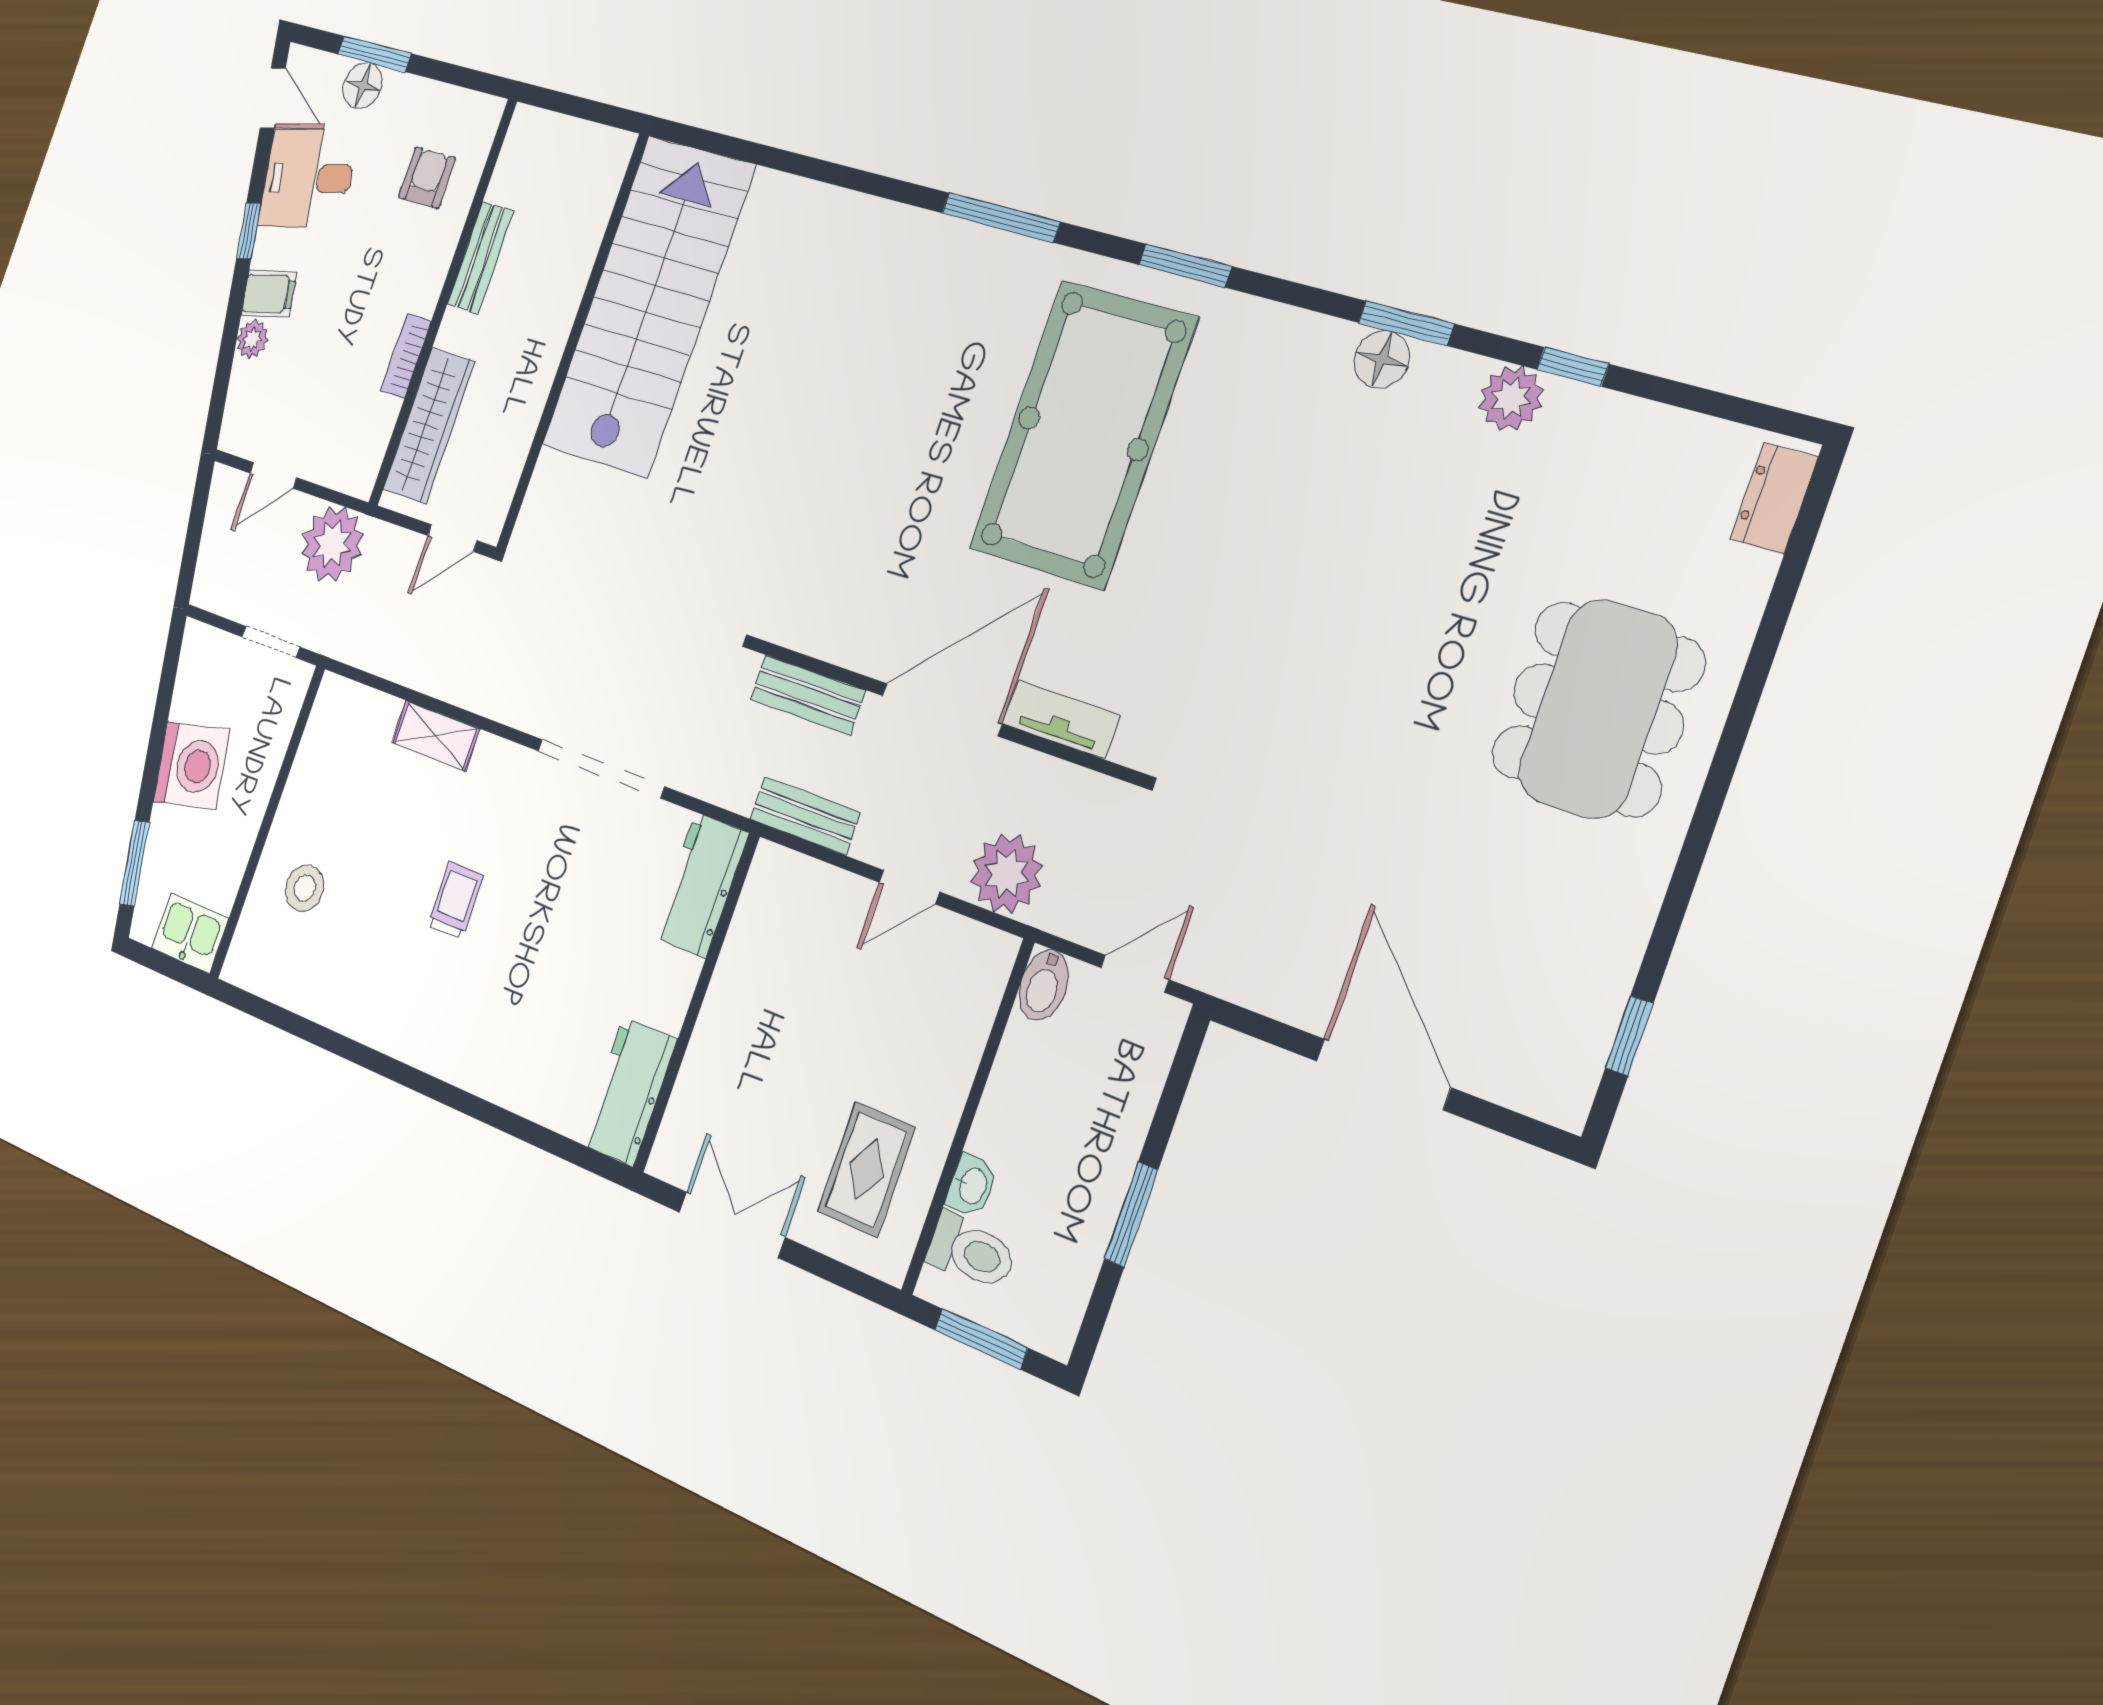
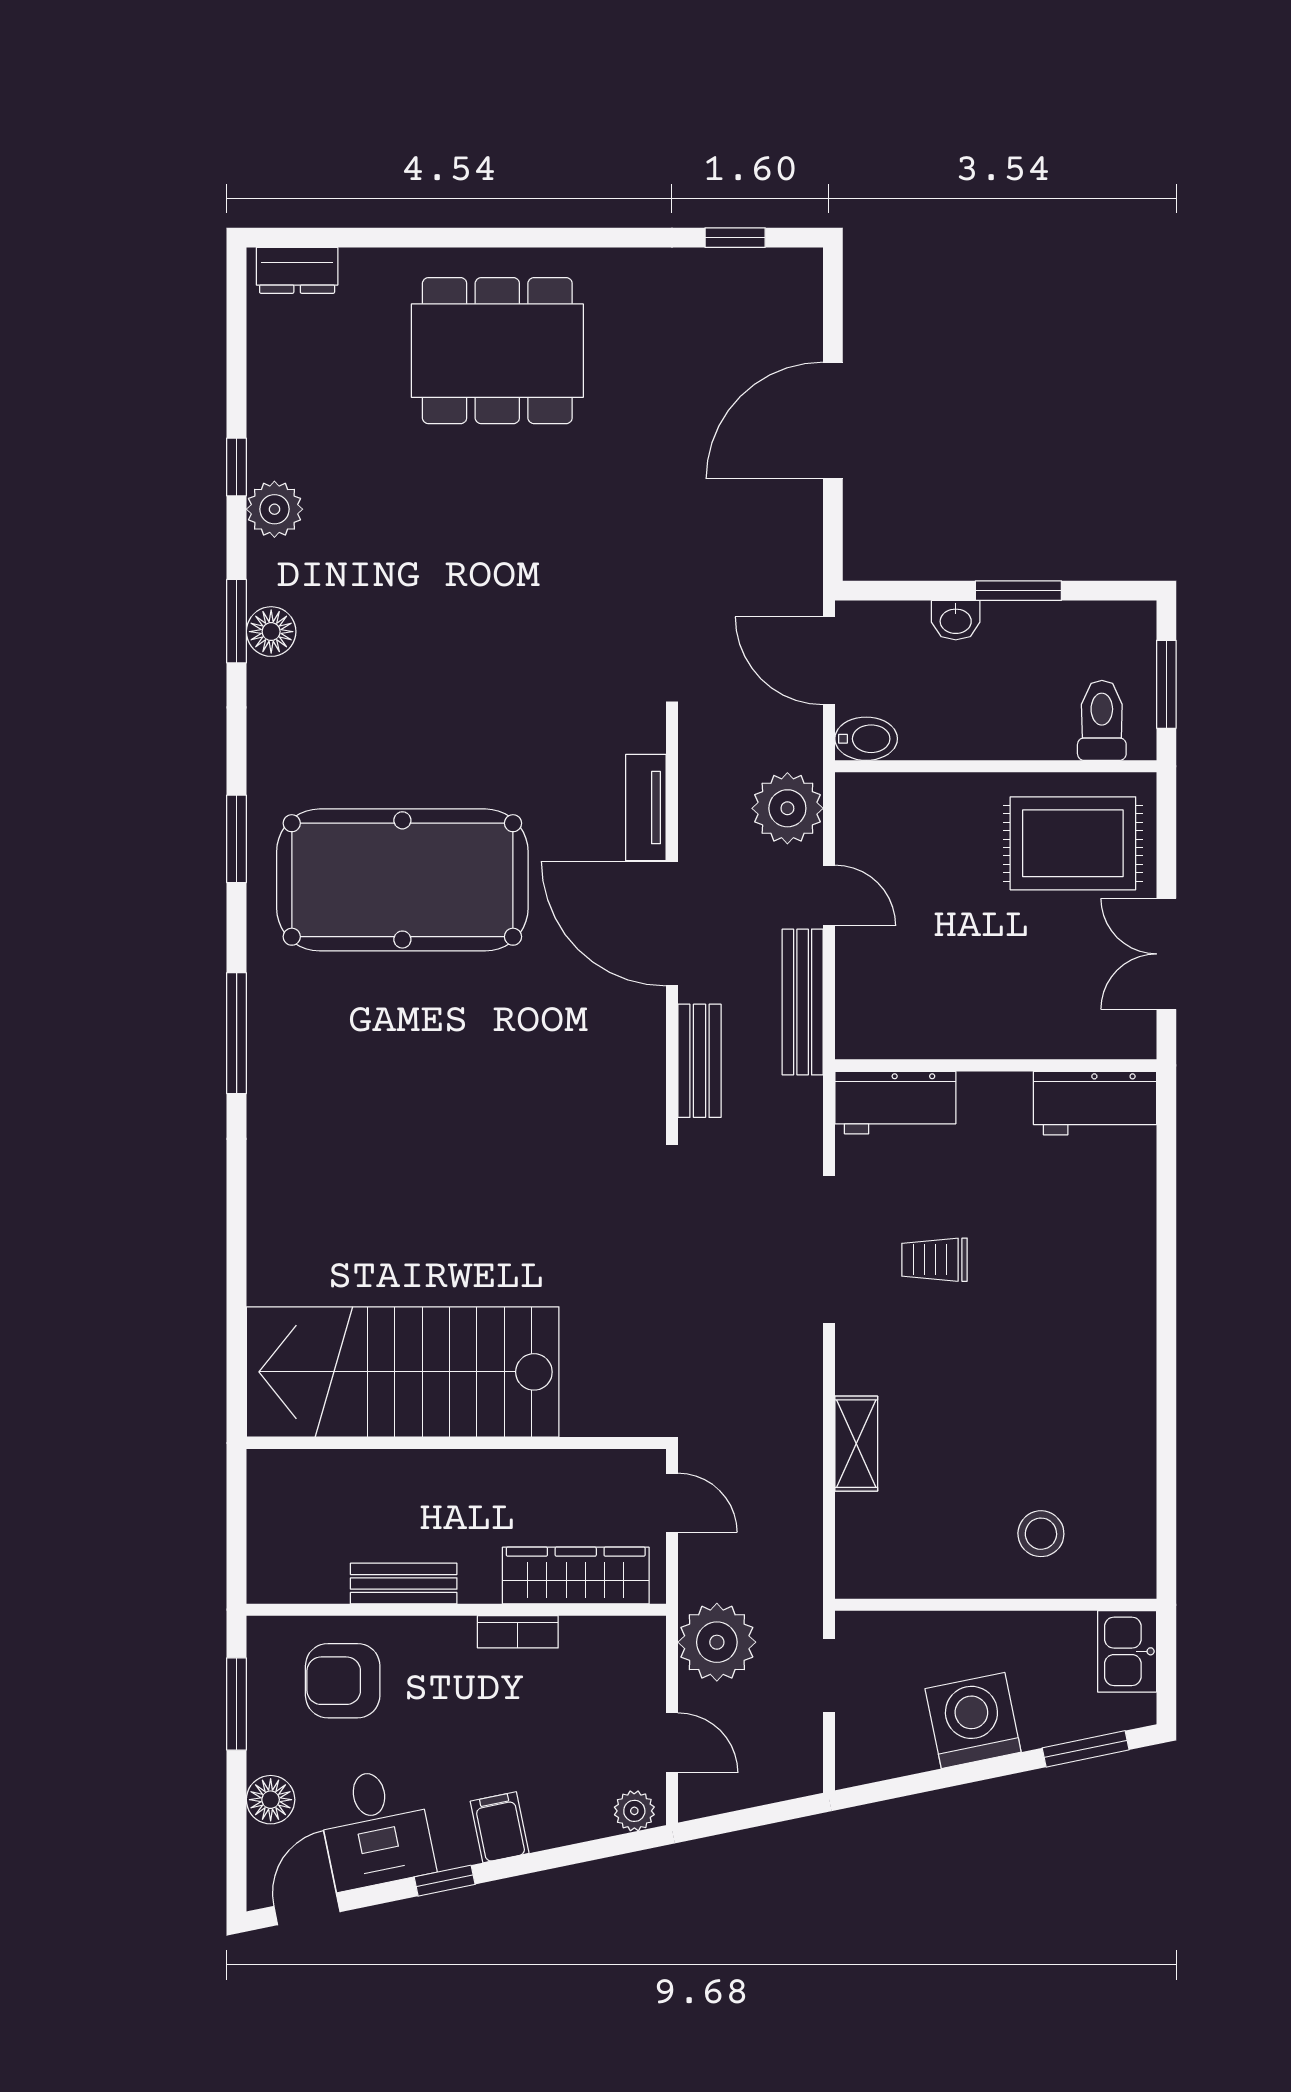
window: (374, 54) -> (237, 1704), moved
armchair: (427, 178) -> (343, 1681), width x1.38, depth x1.38
plant: (252, 339) -> (634, 1811), moved
bench: (805, 816) -> (803, 1002), width x1.36
trolley: (456, 900) -> (935, 1260), moved
door: (1135, 974) -> (829, 661), width x1.38
rug: (866, 1169) -> (1073, 843), width x1.36, depth x1.43
washbasin: (972, 1186) -> (956, 620), moved, turned 180

